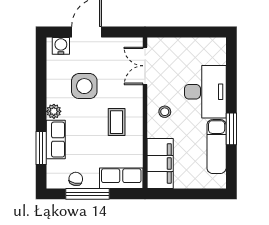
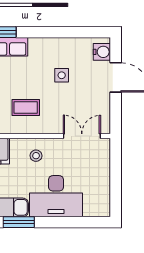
side table: (84, 86) -> (62, 75), width x0.54, depth x0.54
plant: (54, 111) -> (36, 45), removed

